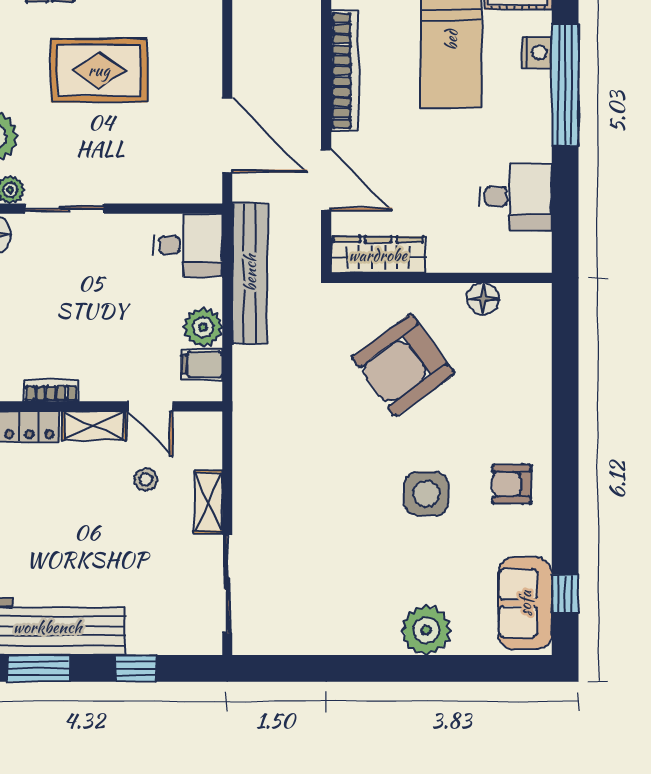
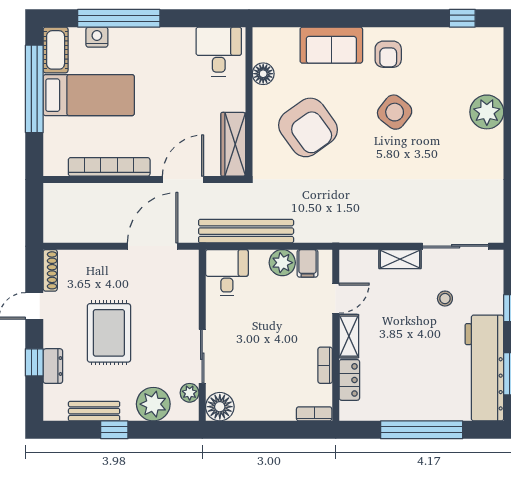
desk: (516, 197) -> (219, 52), moved
stool: (146, 479) -> (445, 299), moved
side table: (426, 494) -> (395, 112), turned 38
sofa: (525, 603) -> (331, 45), moved

